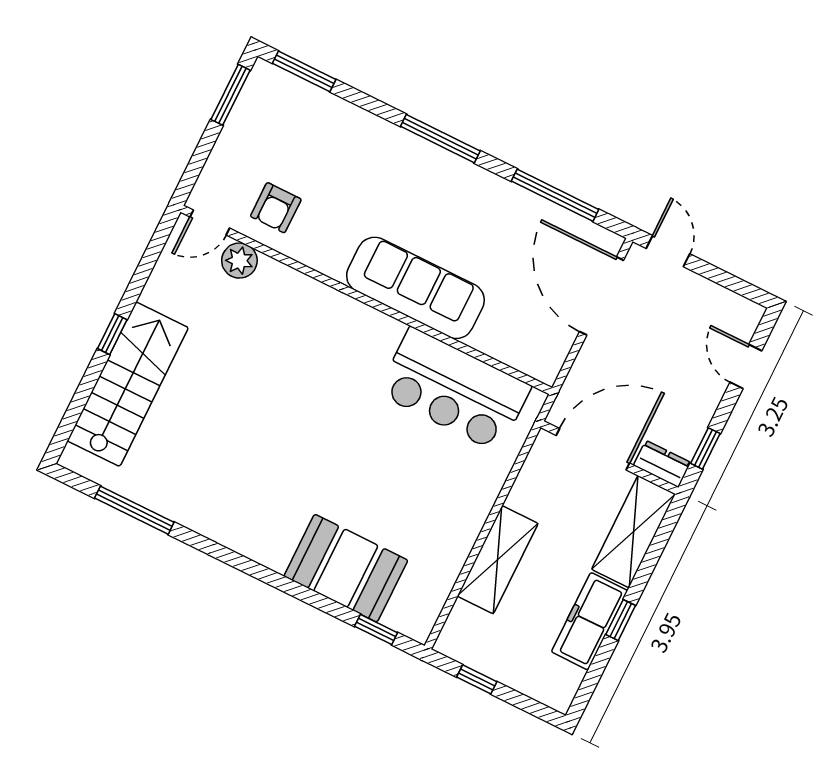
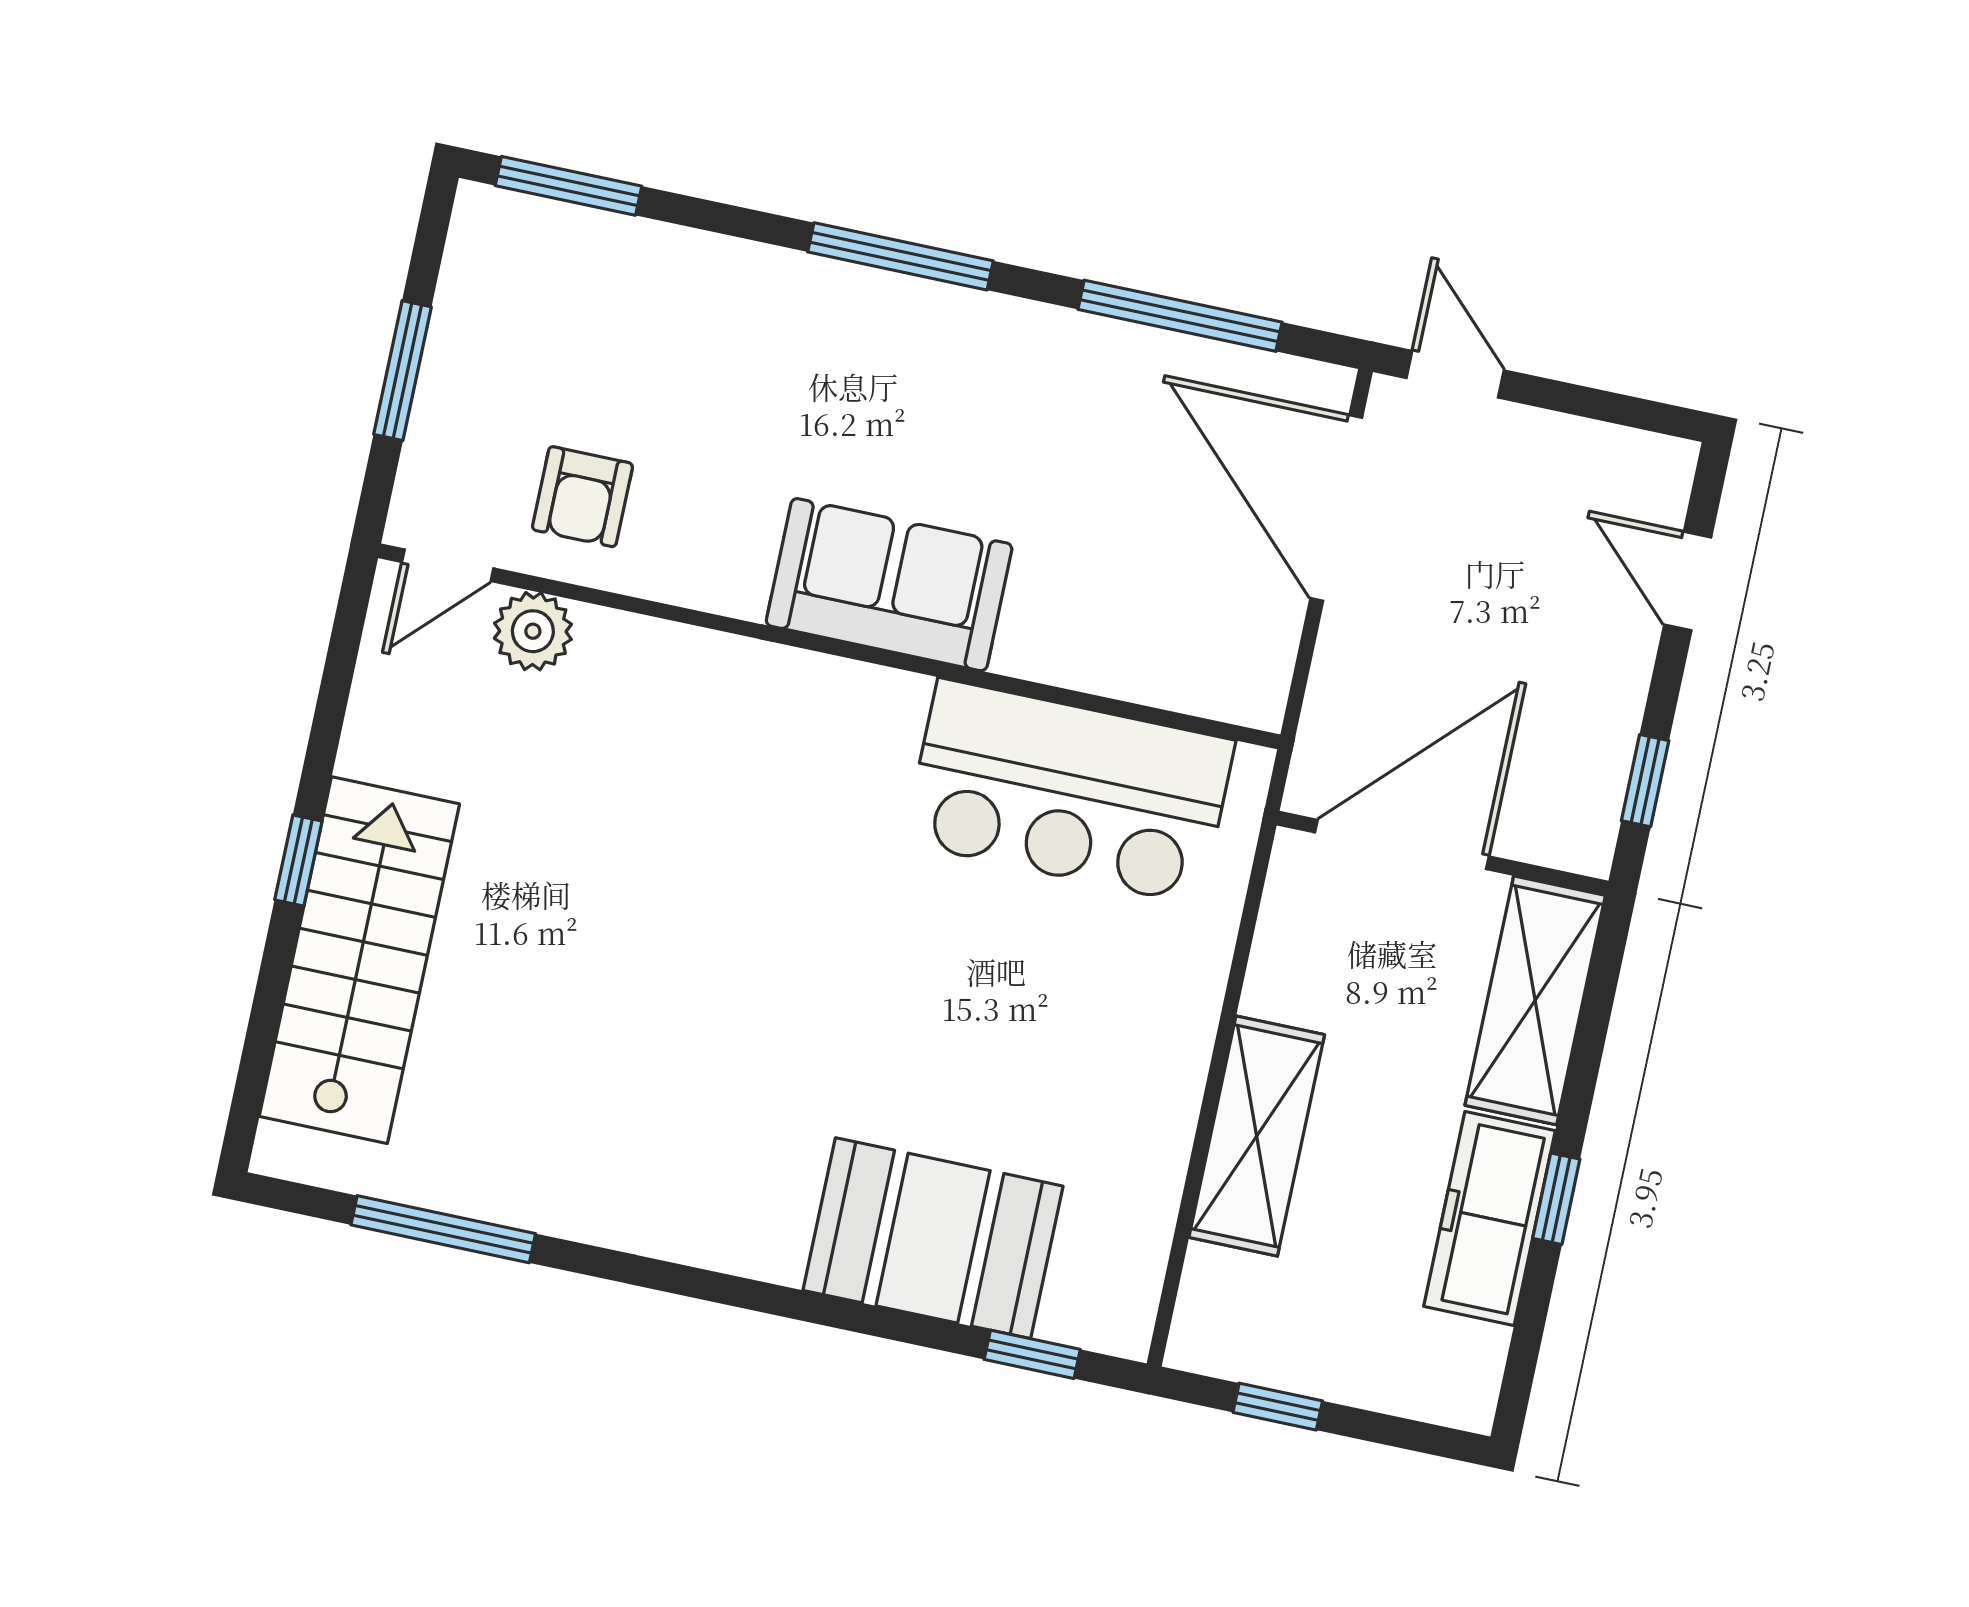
window: (231, 95) -> (402, 371), moved
sofa: (415, 288) -> (889, 585), width x0.73
dresser: (662, 464) -> (1560, 838), removed

